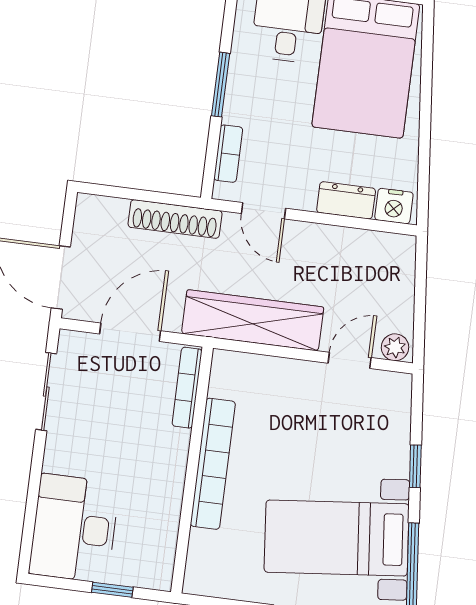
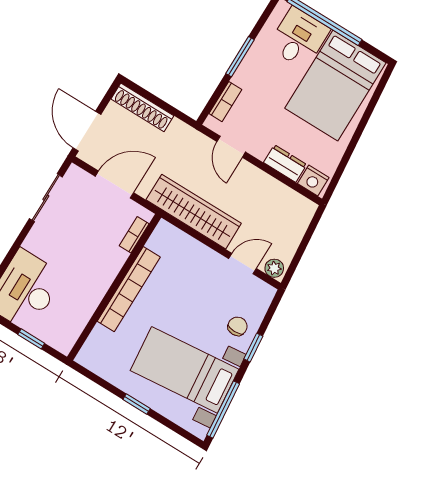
shoe rack: (175, 219) -> (142, 107), moved
bookcase: (187, 388) -> (134, 235), width x0.64
chair: (381, 448) -> (237, 326), added

